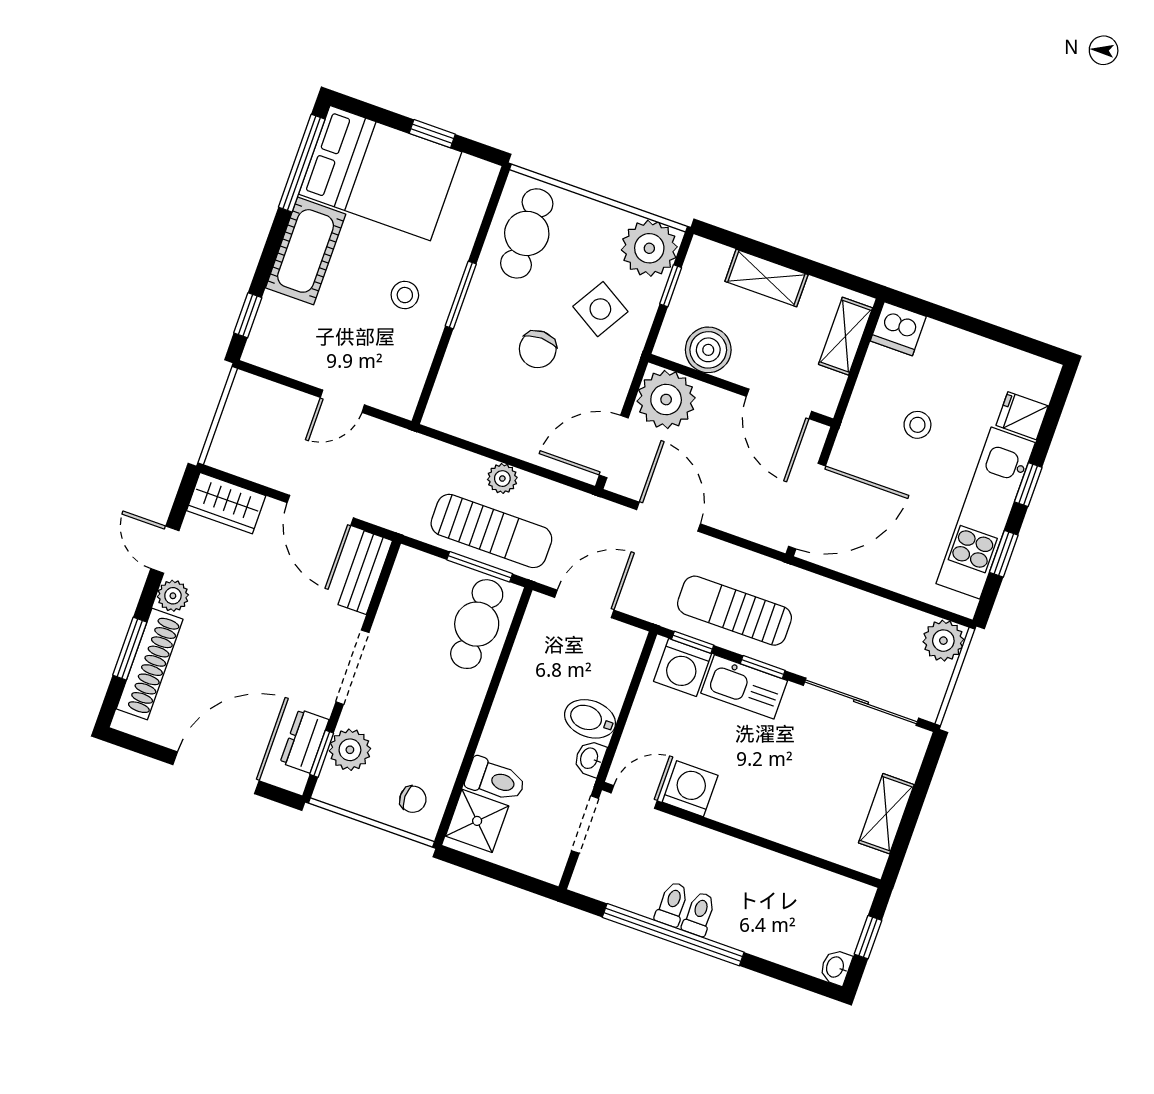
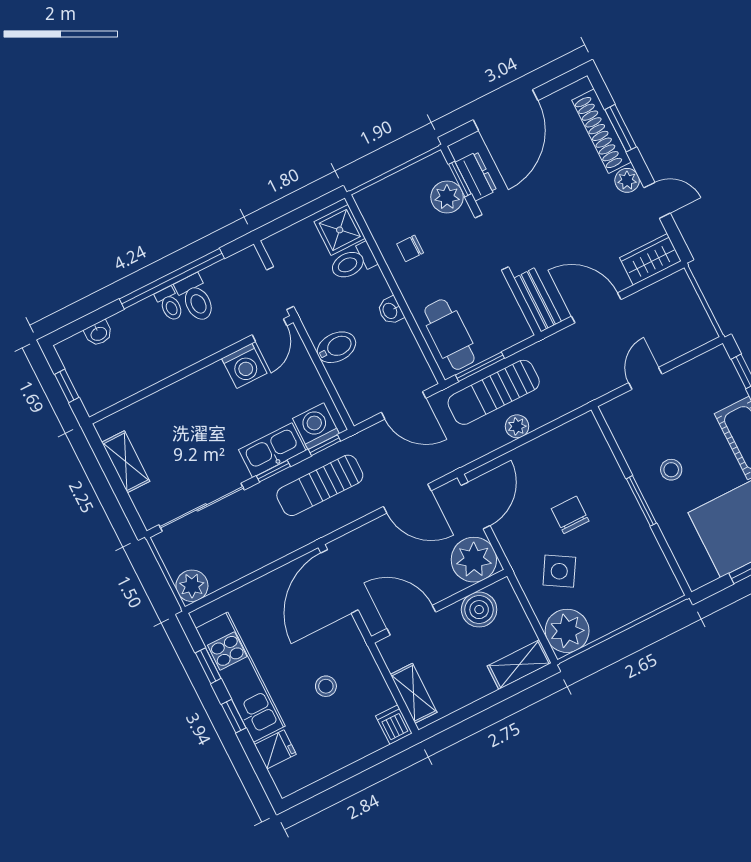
cafe table: (527, 233) -> (641, 570), removed
shelving: (766, 278) -> (519, 665), moved
window: (671, 286) -> (535, 623), removed
dishwasher: (898, 329) -> (394, 725), width x0.73
door: (584, 604) -> (404, 405), hinge flipped
sun lounger: (734, 611) -> (320, 485), turned 180
washbasin: (590, 758) -> (390, 311), moved, turned 180
chair: (413, 799) -> (410, 248), moved
toilet: (672, 904) -> (196, 298), width x1.37, depth x1.39
washbasin: (836, 967) -> (99, 333), moved, turned 90

